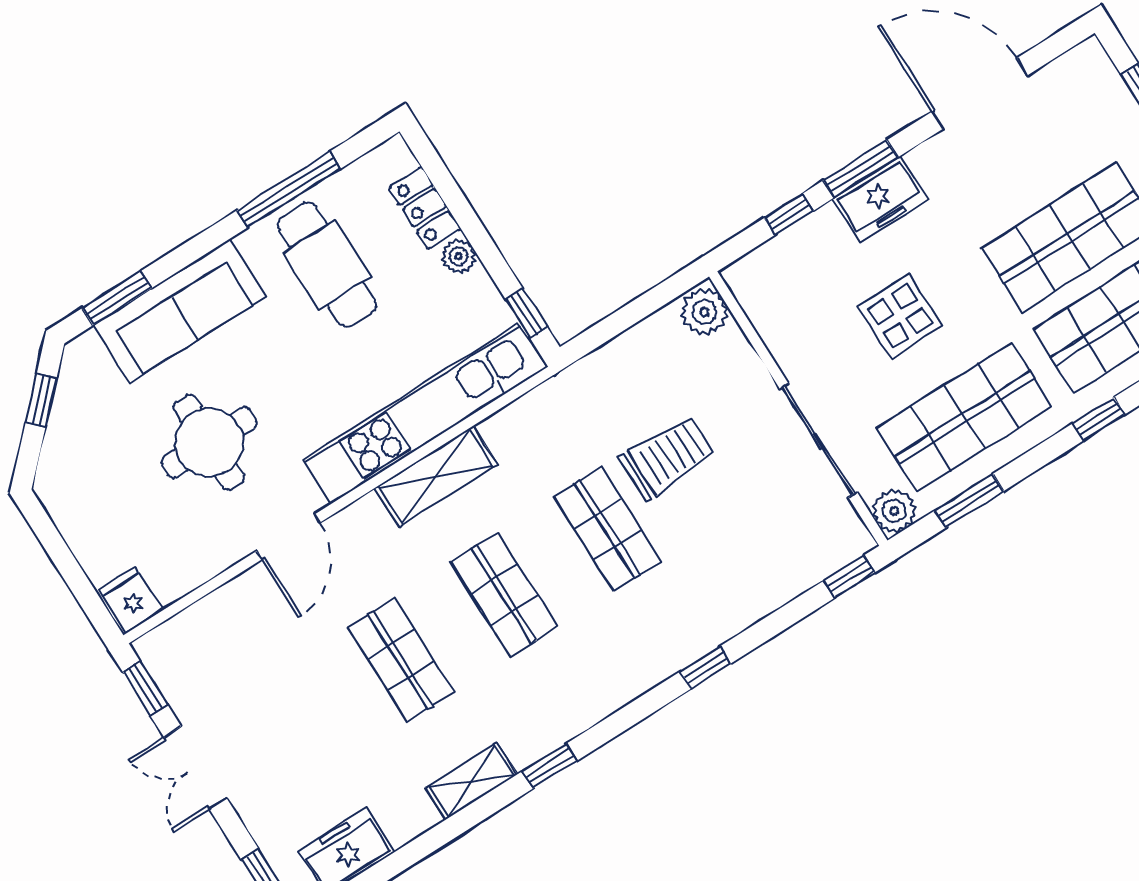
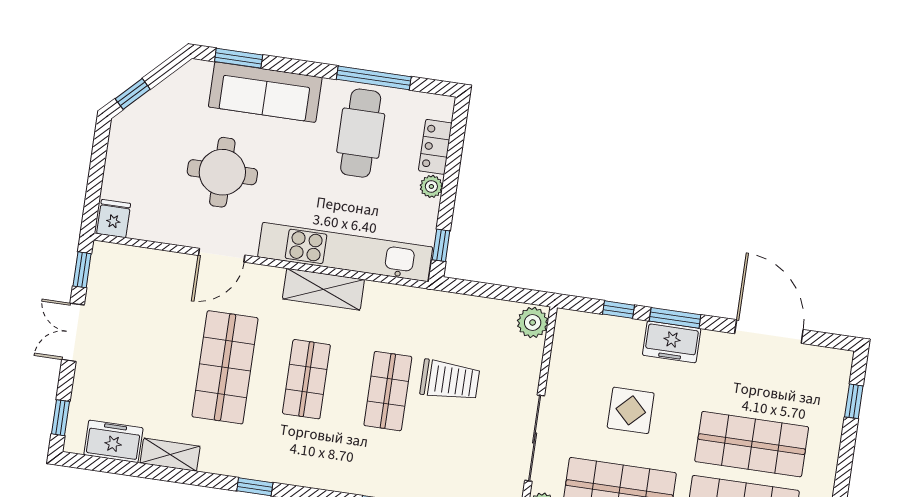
window: (41, 400) -> (133, 94), moved
shop shelf: (401, 660) -> (225, 367), width x1.43, depth x1.36
shelving: (471, 781) -> (170, 455), moved

